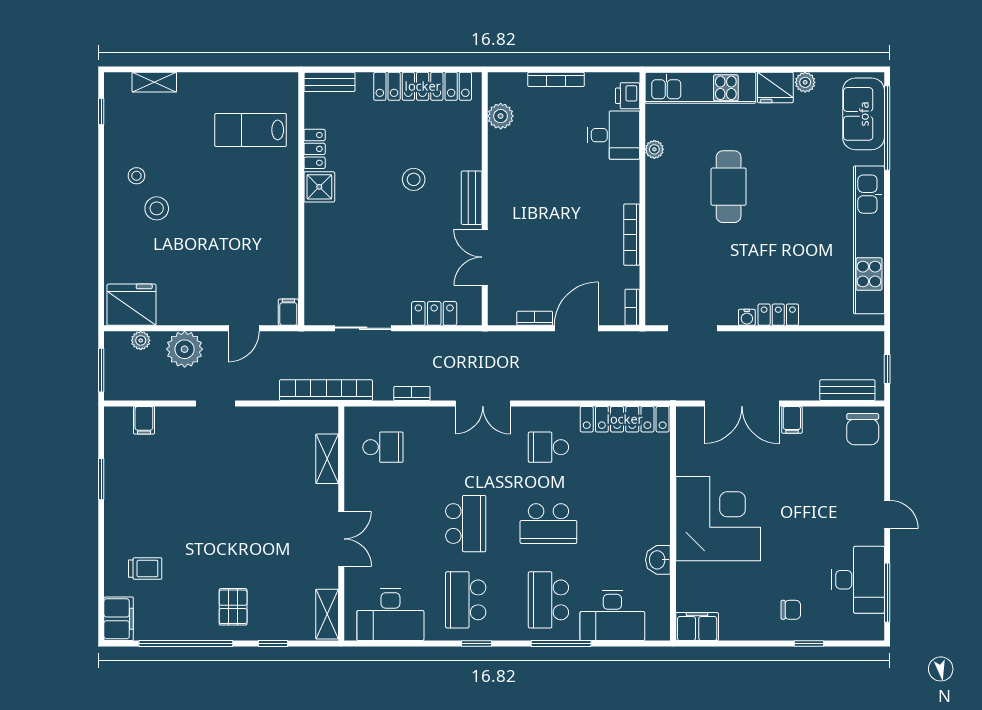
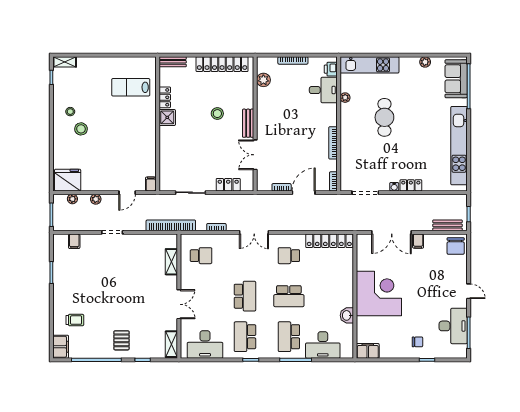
shelving: (154, 82) -> (65, 62), moved
fridge: (775, 88) -> (409, 65), removed
plant: (185, 349) -> (96, 199), width x0.53, depth x0.53

